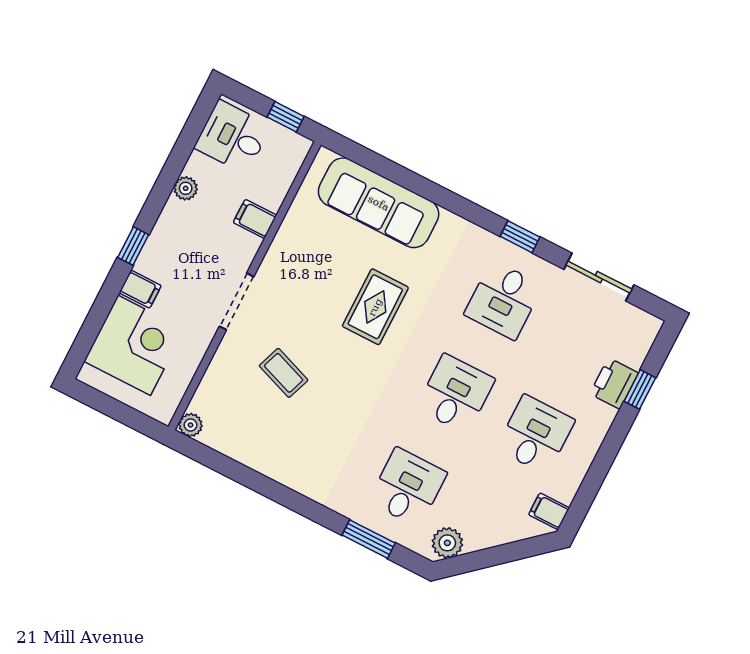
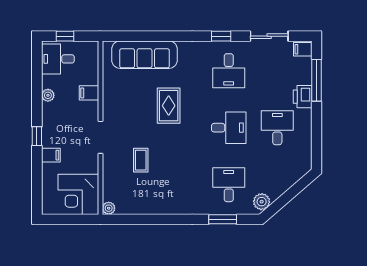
window: (286, 117) -> (65, 36), moved
corner desk: (134, 345) -> (78, 194), moved, turned 180
coffee table: (284, 373) -> (141, 160), turned 70
printer: (614, 383) -> (303, 97), moved
window: (640, 389) -> (317, 80), width x2.17
desk: (456, 394) -> (229, 128), turned 90
filing cabinet: (549, 511) -> (303, 49), moved

